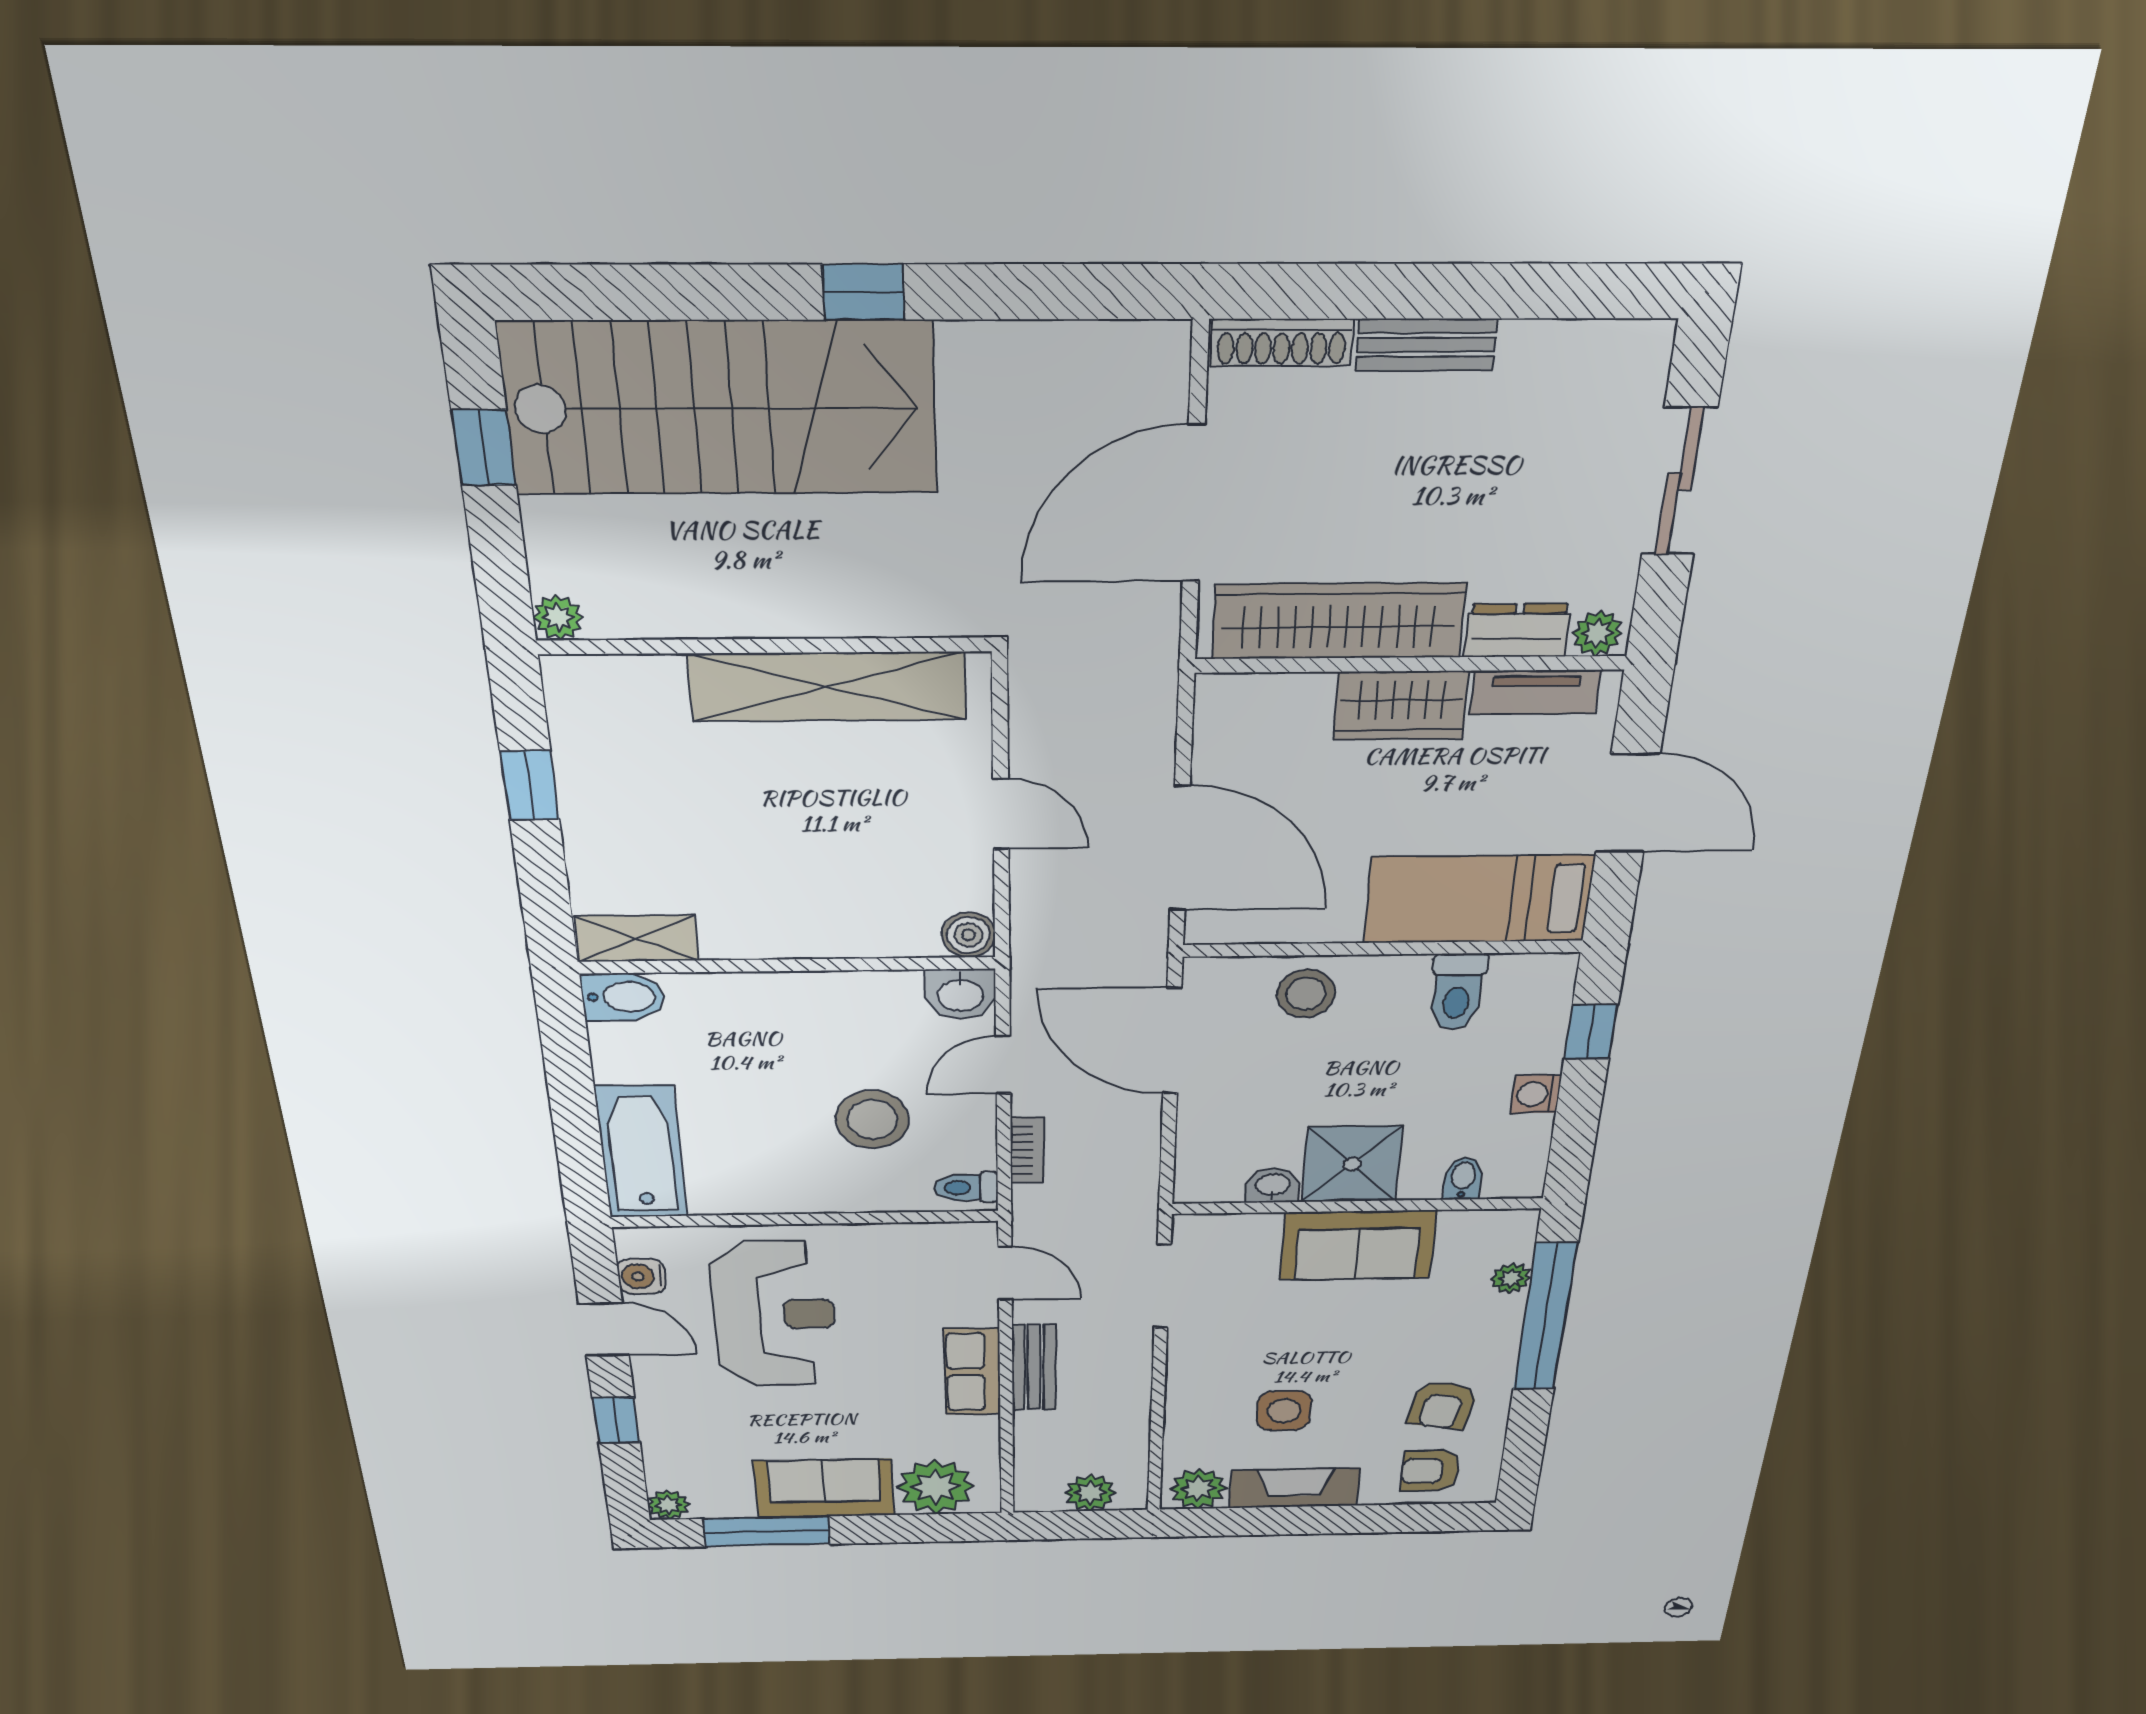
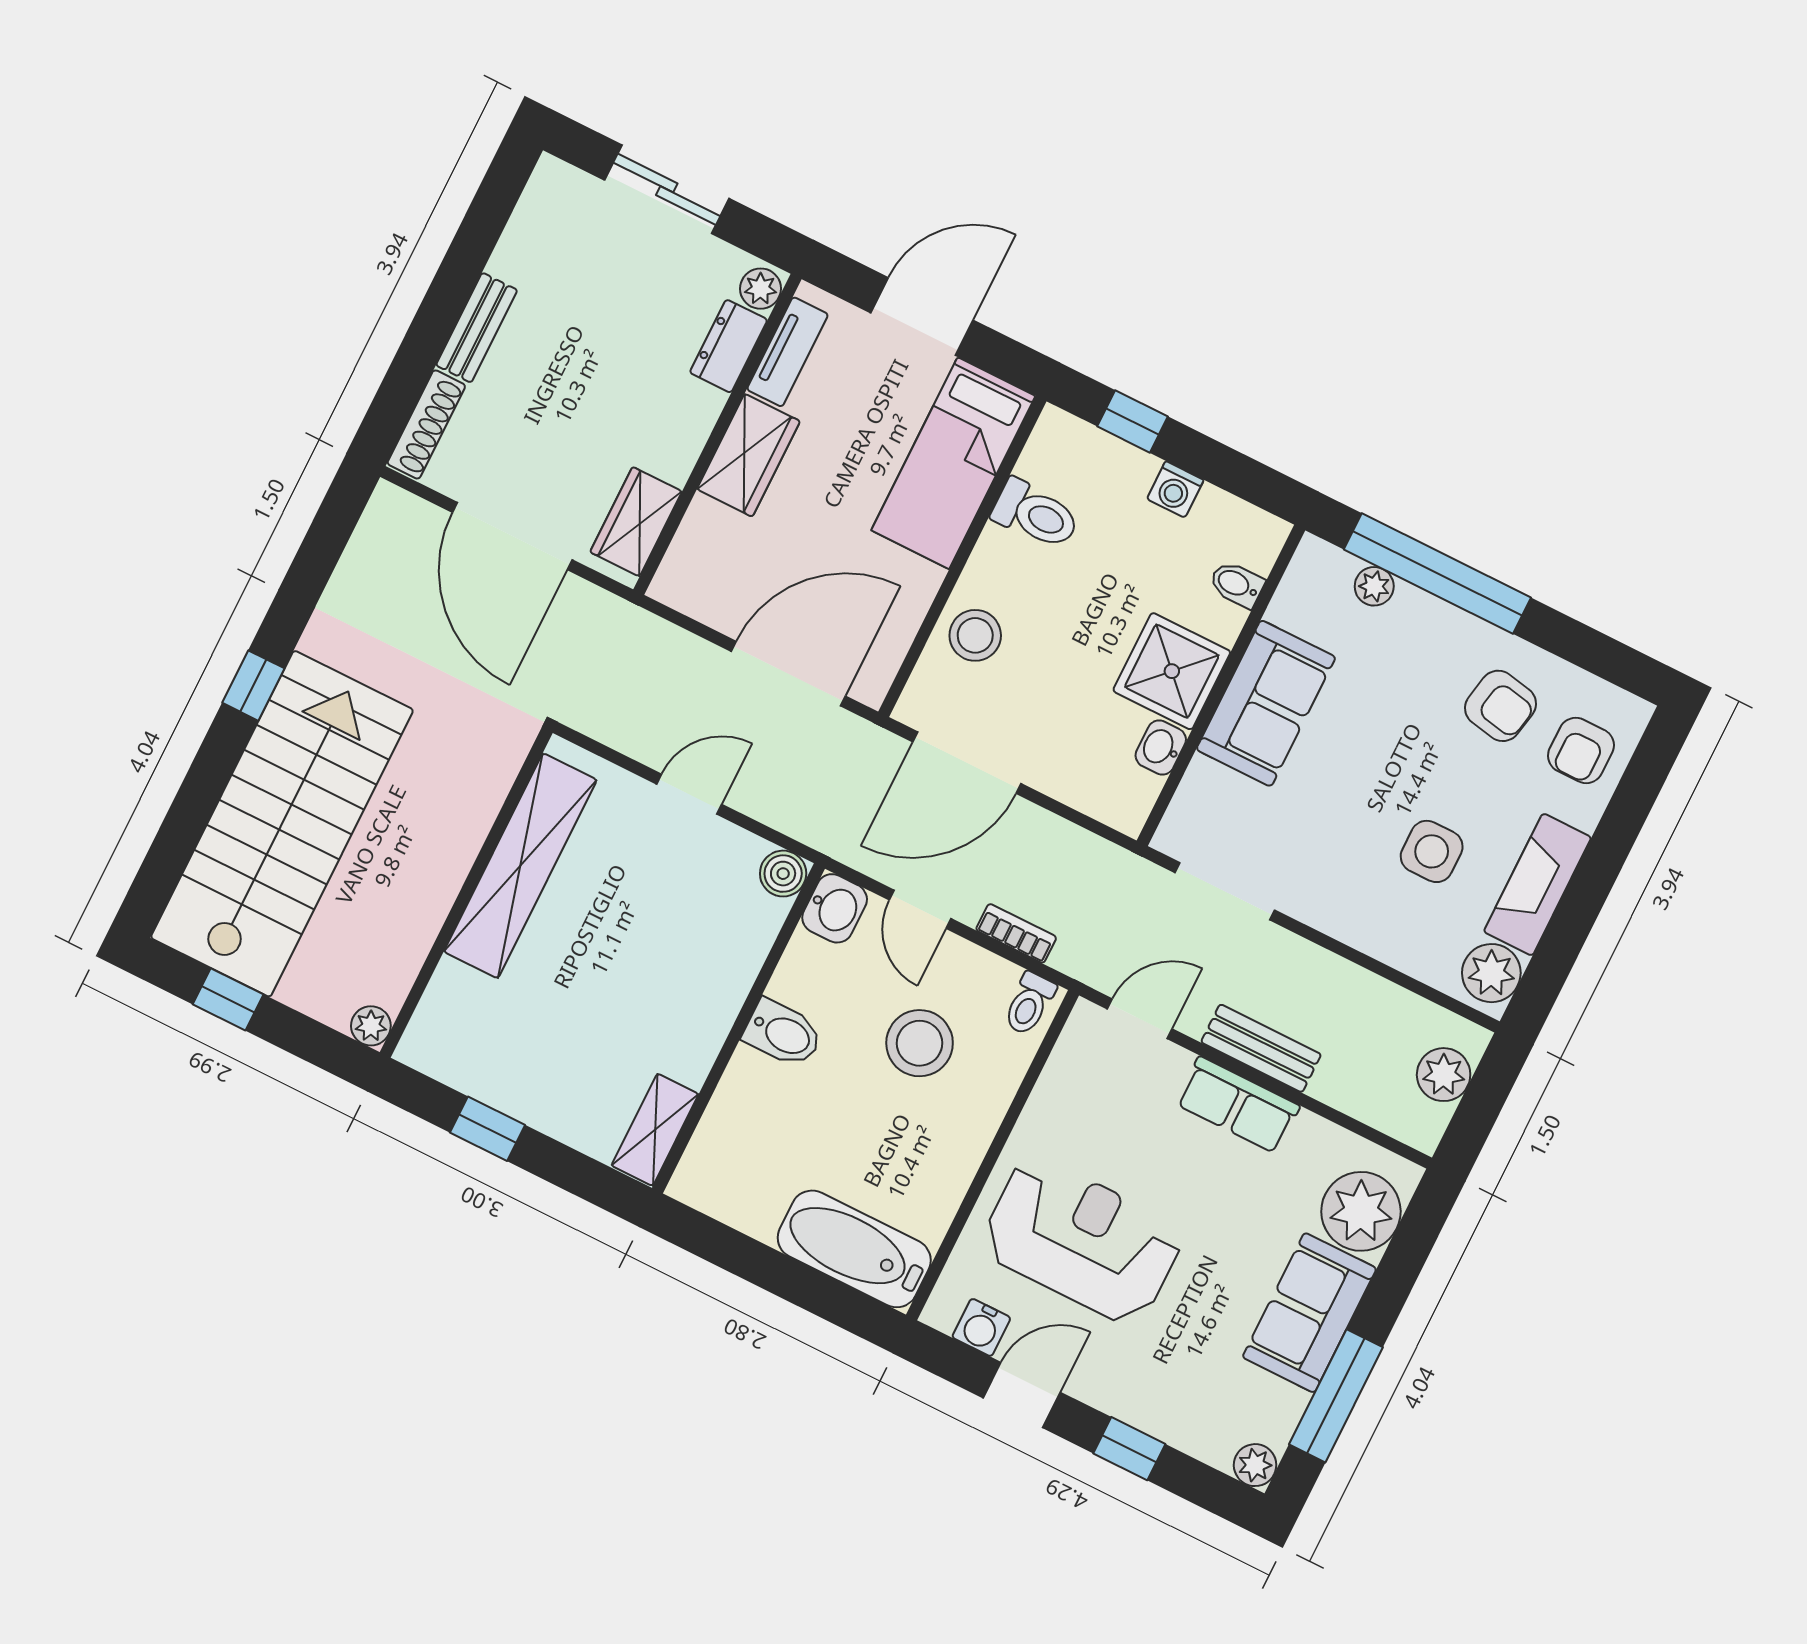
wardrobe: (1339, 621) -> (636, 522), width x0.48, depth x0.85
bidet: (623, 997) -> (783, 1033), moved, turned 90

